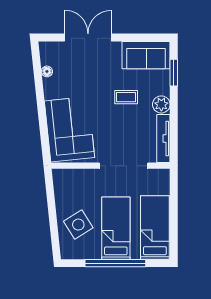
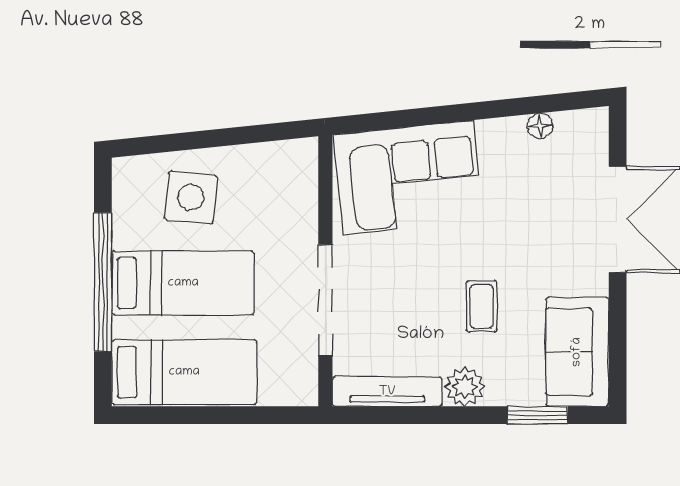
side table: (78, 225) -> (191, 197), turned 38

